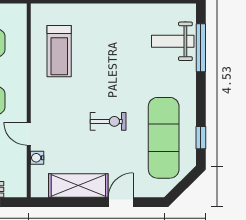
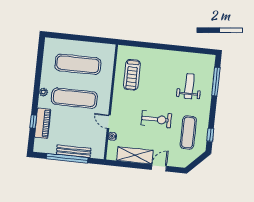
weight bench: (173, 41) -> (189, 86), moved, turned 90
exercise bike: (108, 121) -> (156, 119), width x1.38, depth x1.39
exercise mat: (164, 138) -> (188, 132), width x0.73, depth x0.69

